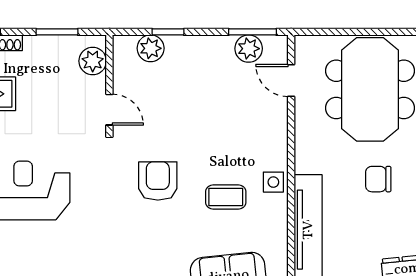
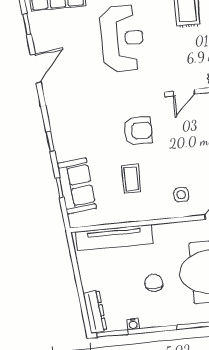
side table: (273, 182) -> (181, 195), moved

